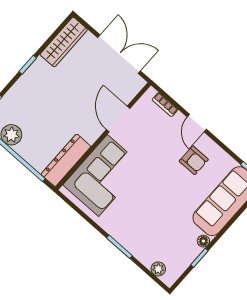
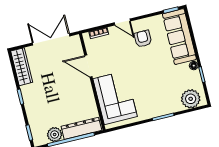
dresser: (66, 160) -> (81, 128), moved, turned 90
armchair: (194, 160) -> (143, 39), turned -90
plant: (158, 269) -> (191, 99), width x1.87, depth x1.87

